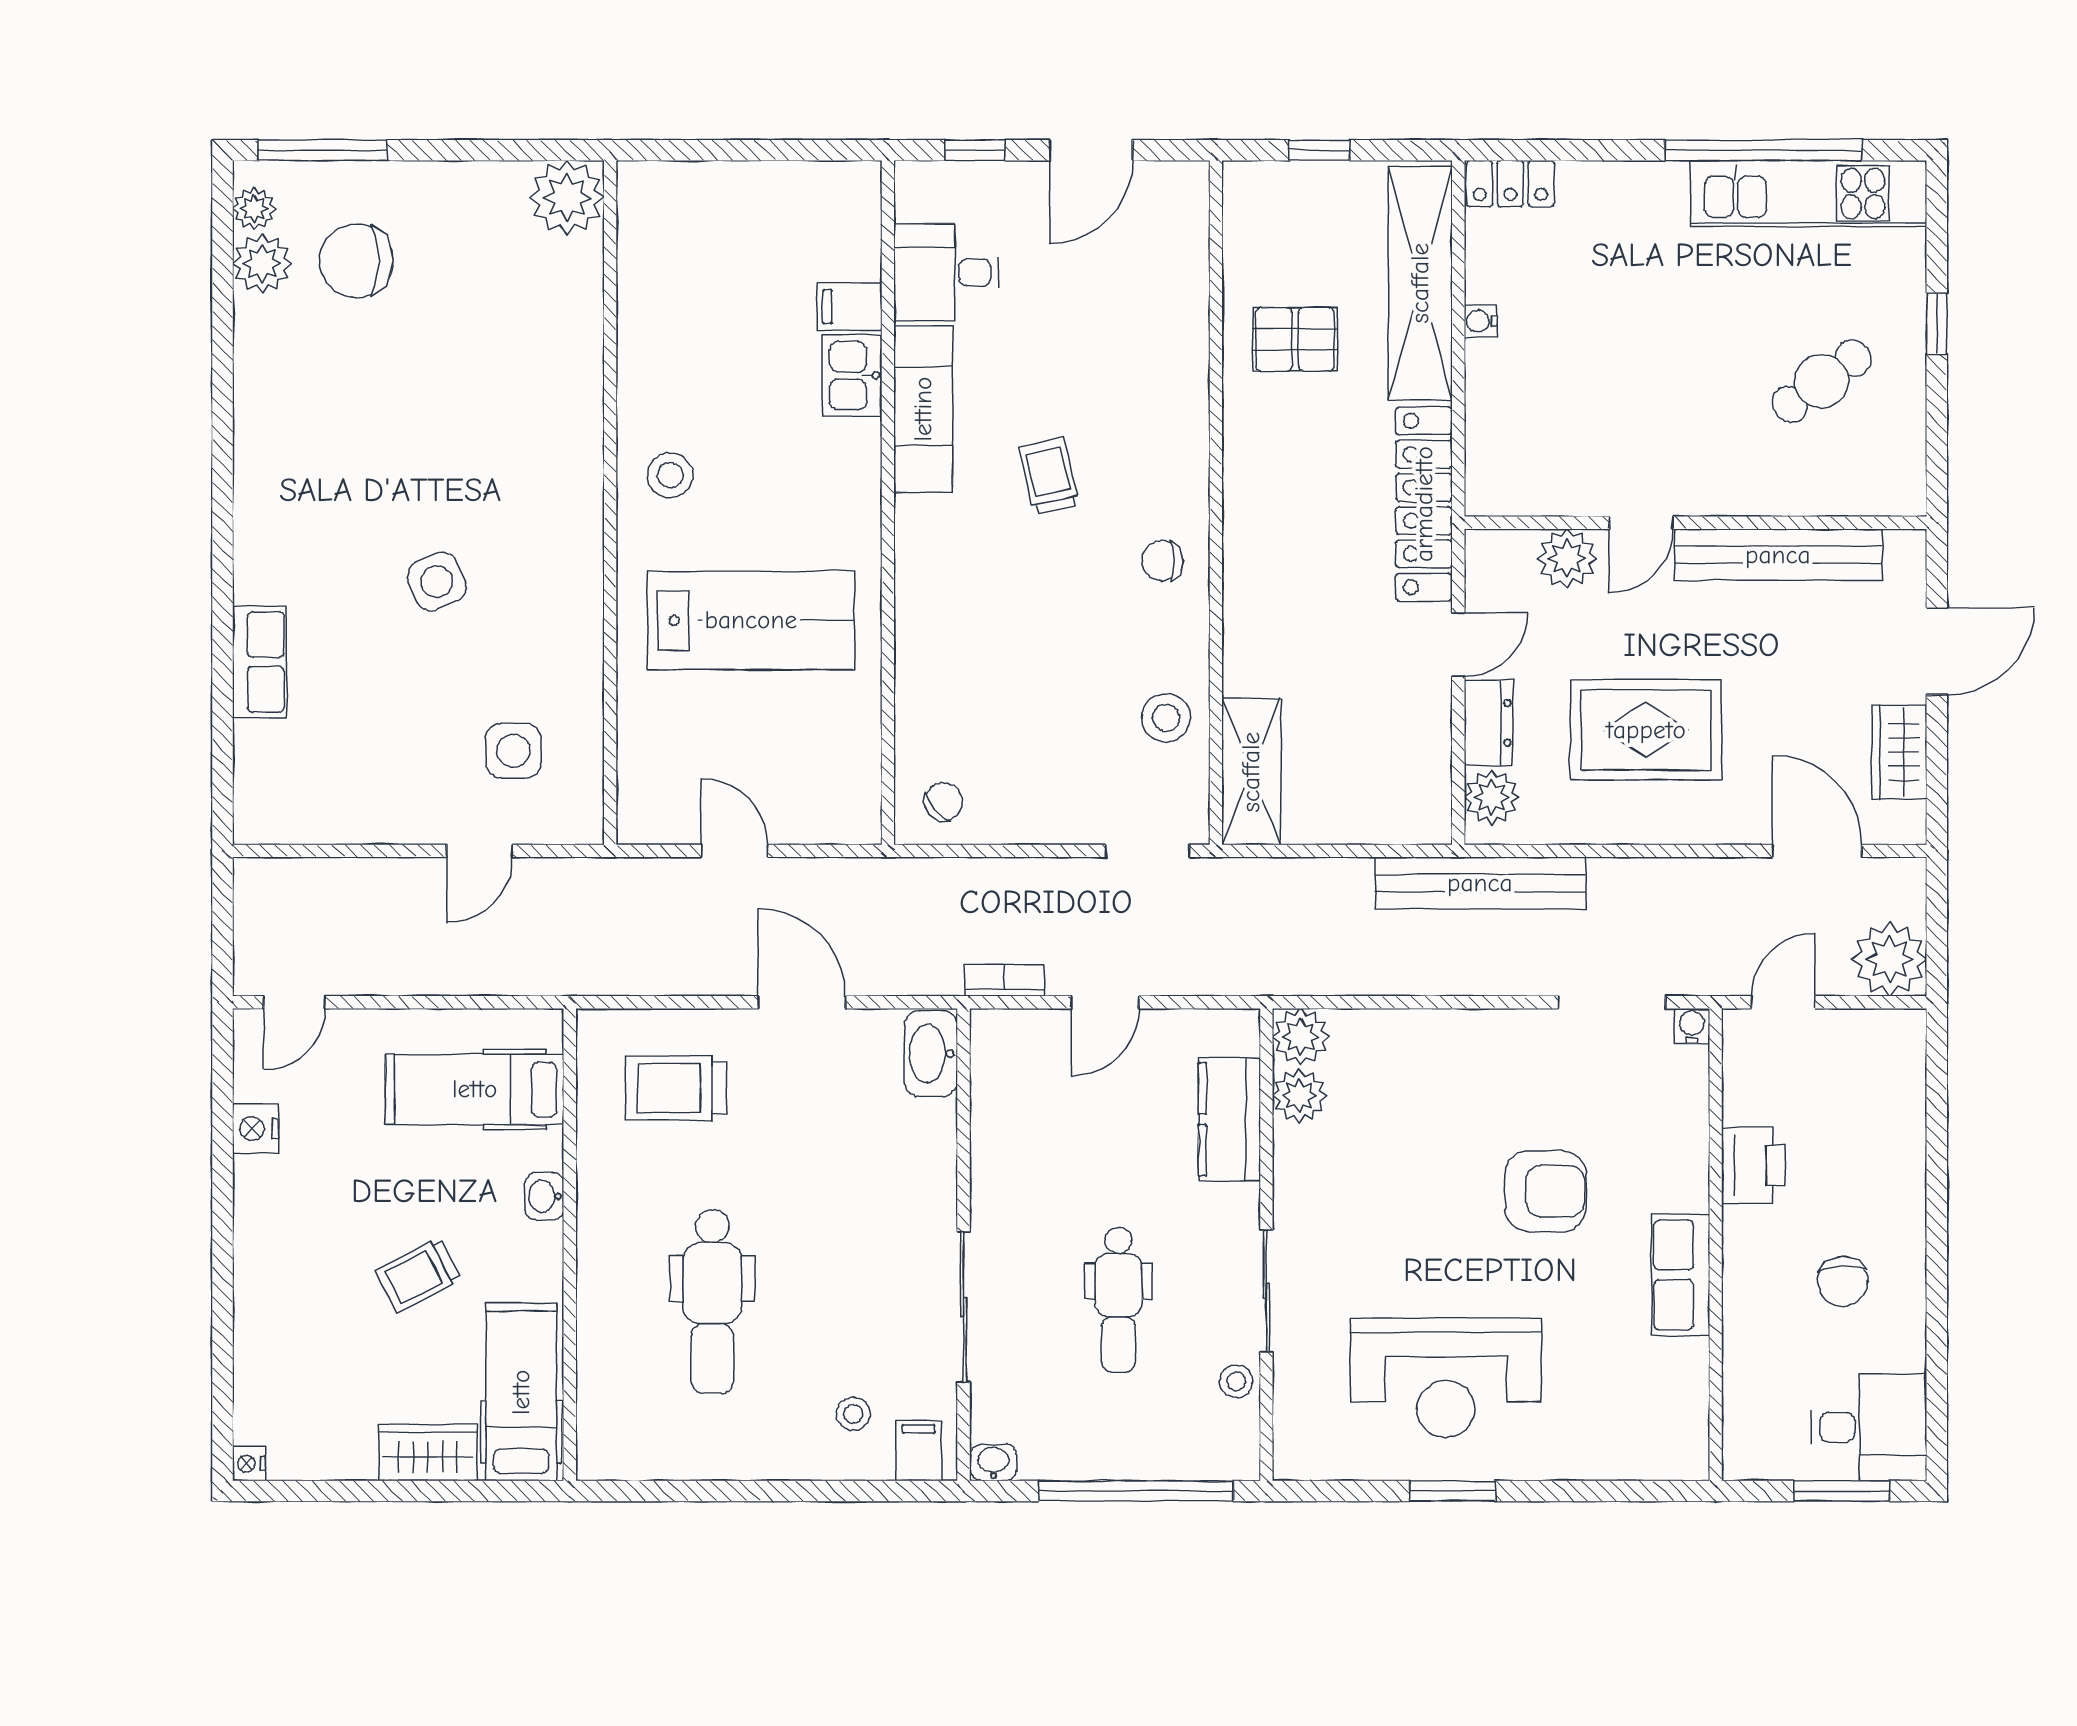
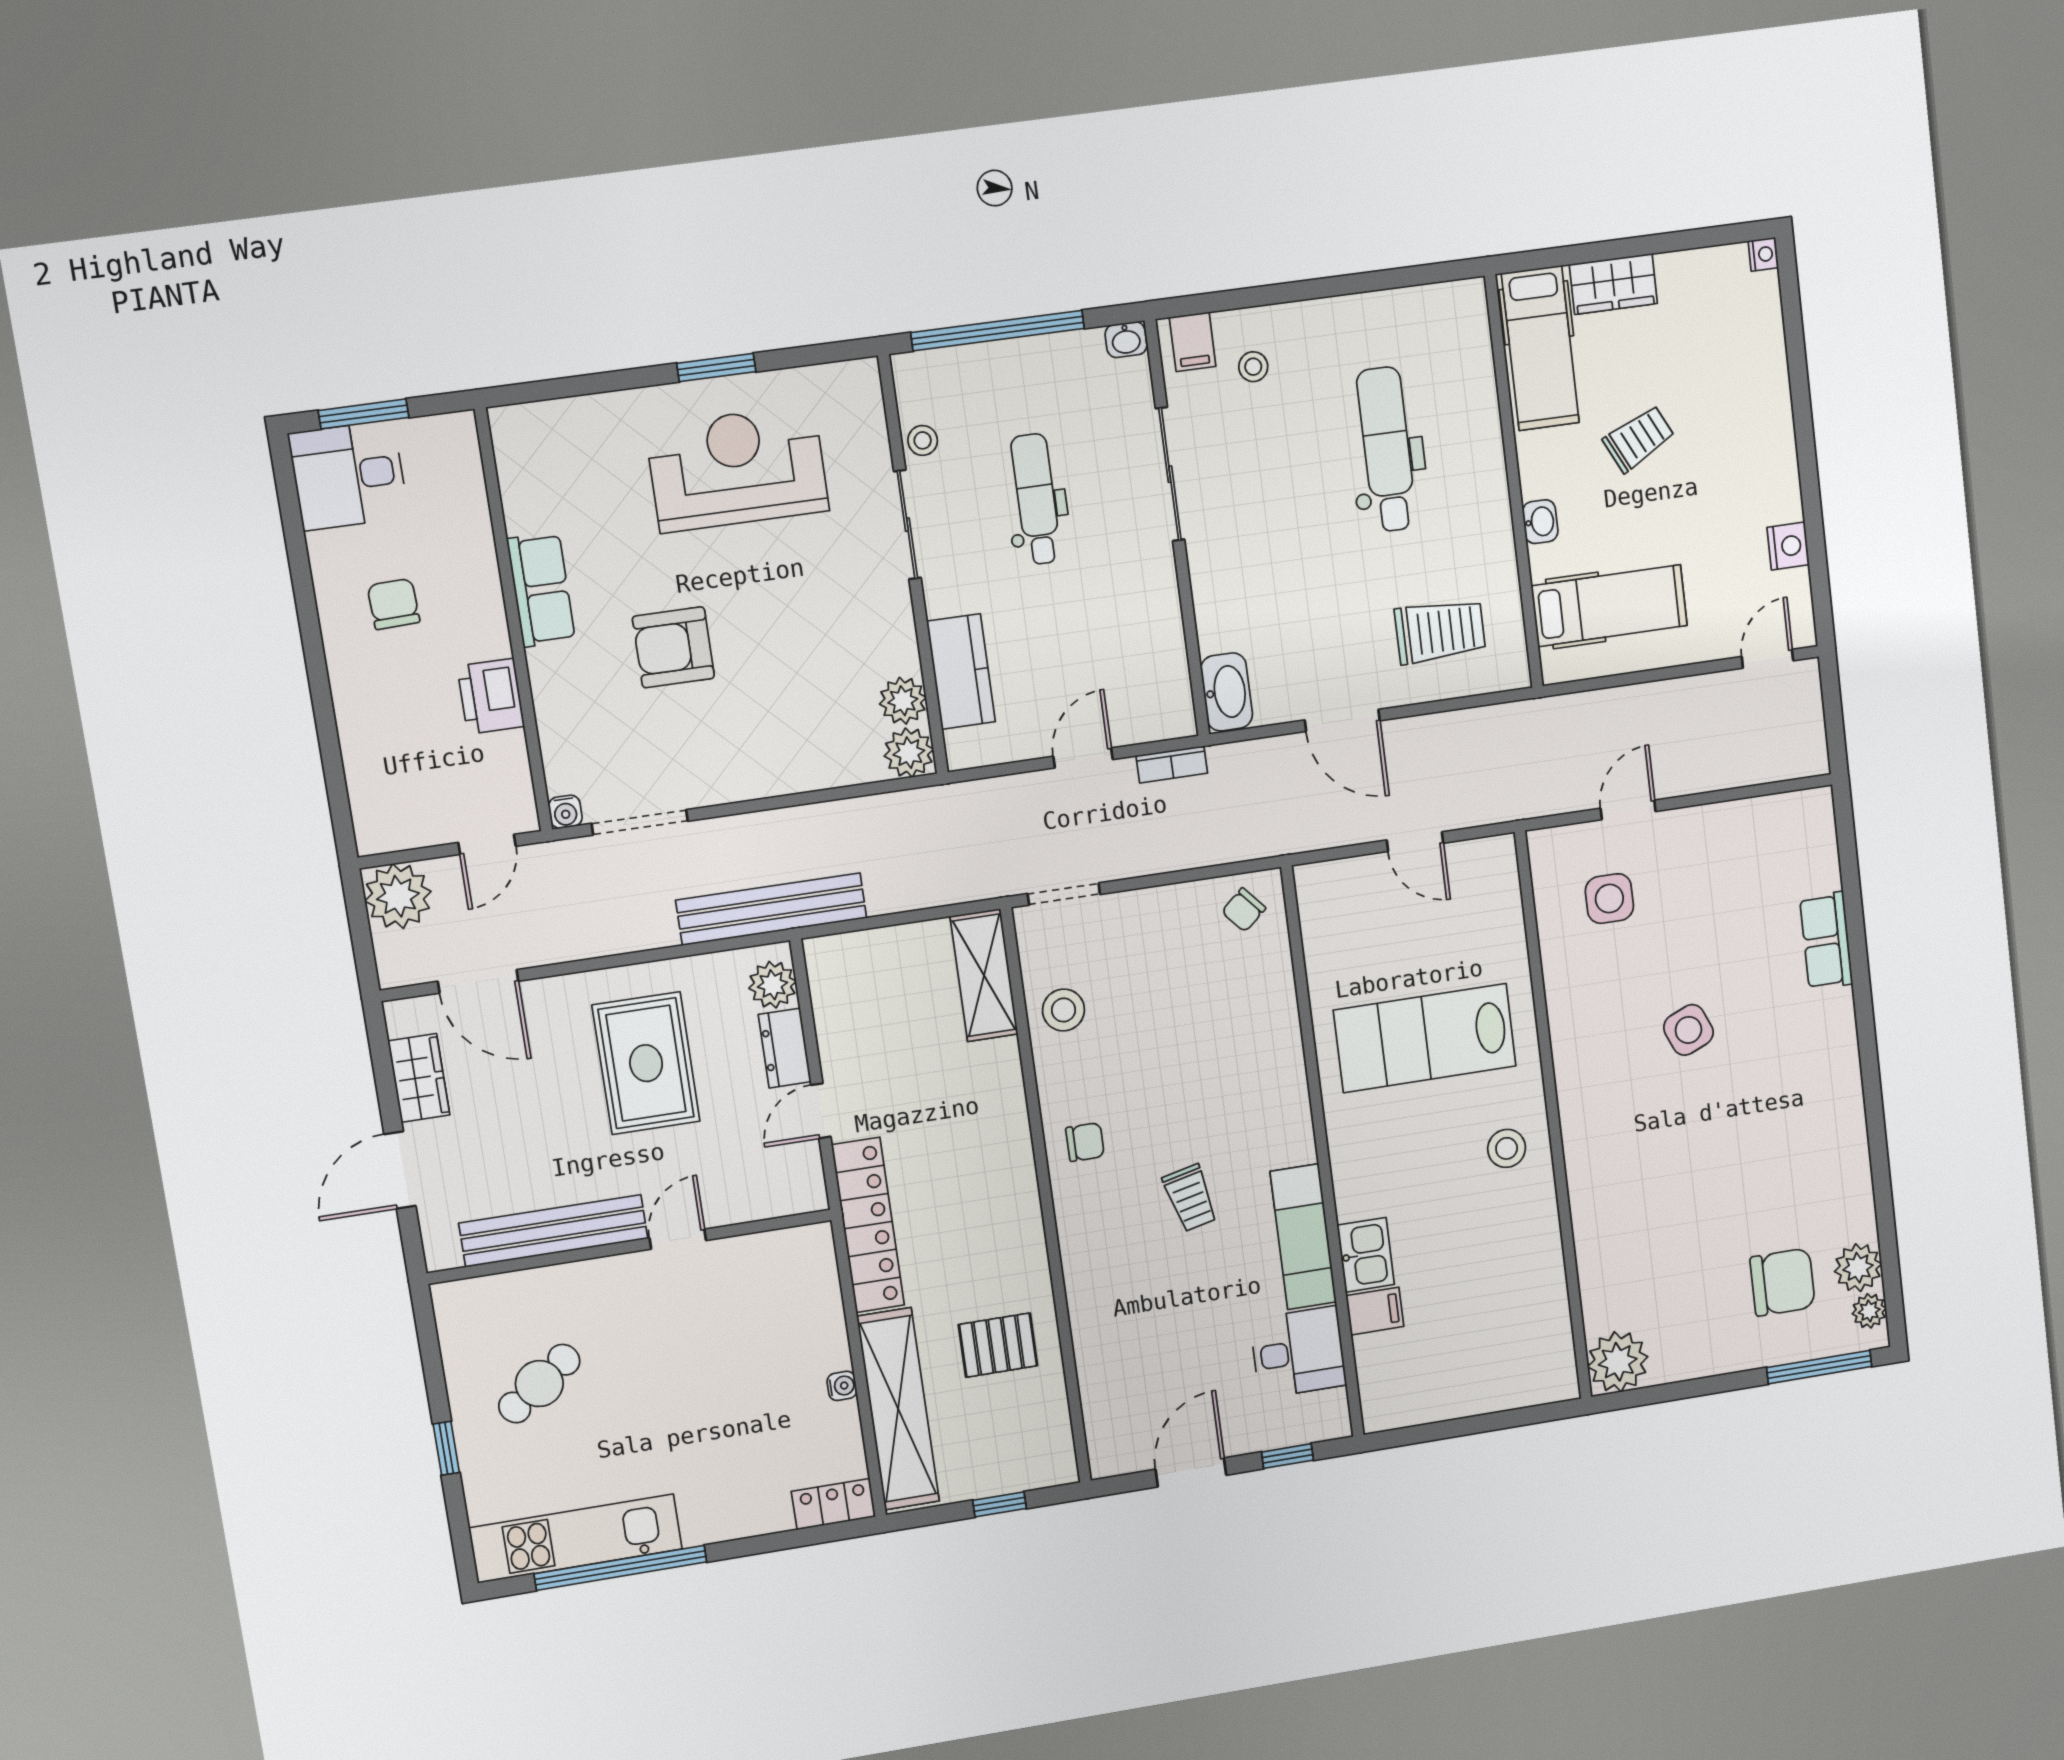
plant: (1567, 558) -> (737, 1199), removed
rug: (1646, 730) -> (646, 1063), turned 90

